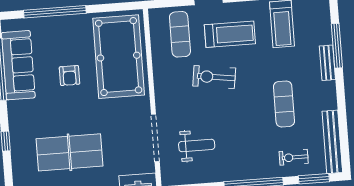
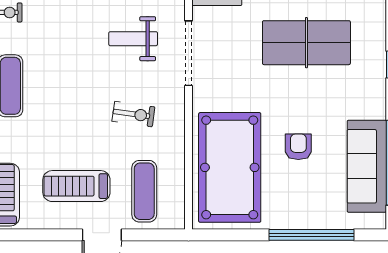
exercise bike: (214, 77) -> (133, 114), moved, width x0.73, depth x0.72

